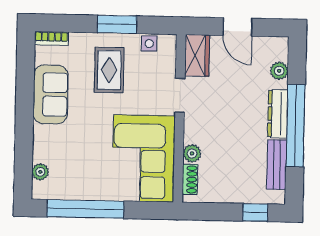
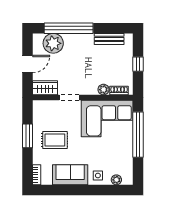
side table: (149, 43) -> (98, 176), moved
plant: (279, 71) -> (53, 43), width x1.88, depth x1.88
dresser: (278, 114) -> (79, 39), removed
window: (296, 126) -> (69, 28), moved
window: (85, 209) -> (138, 135), moved
window: (255, 213) -> (138, 64), moved

